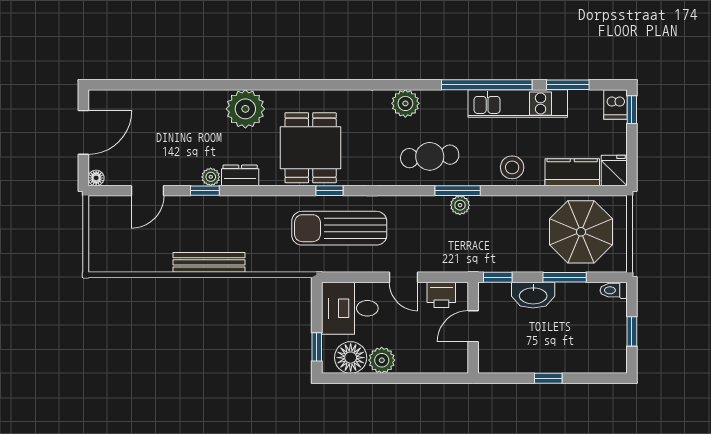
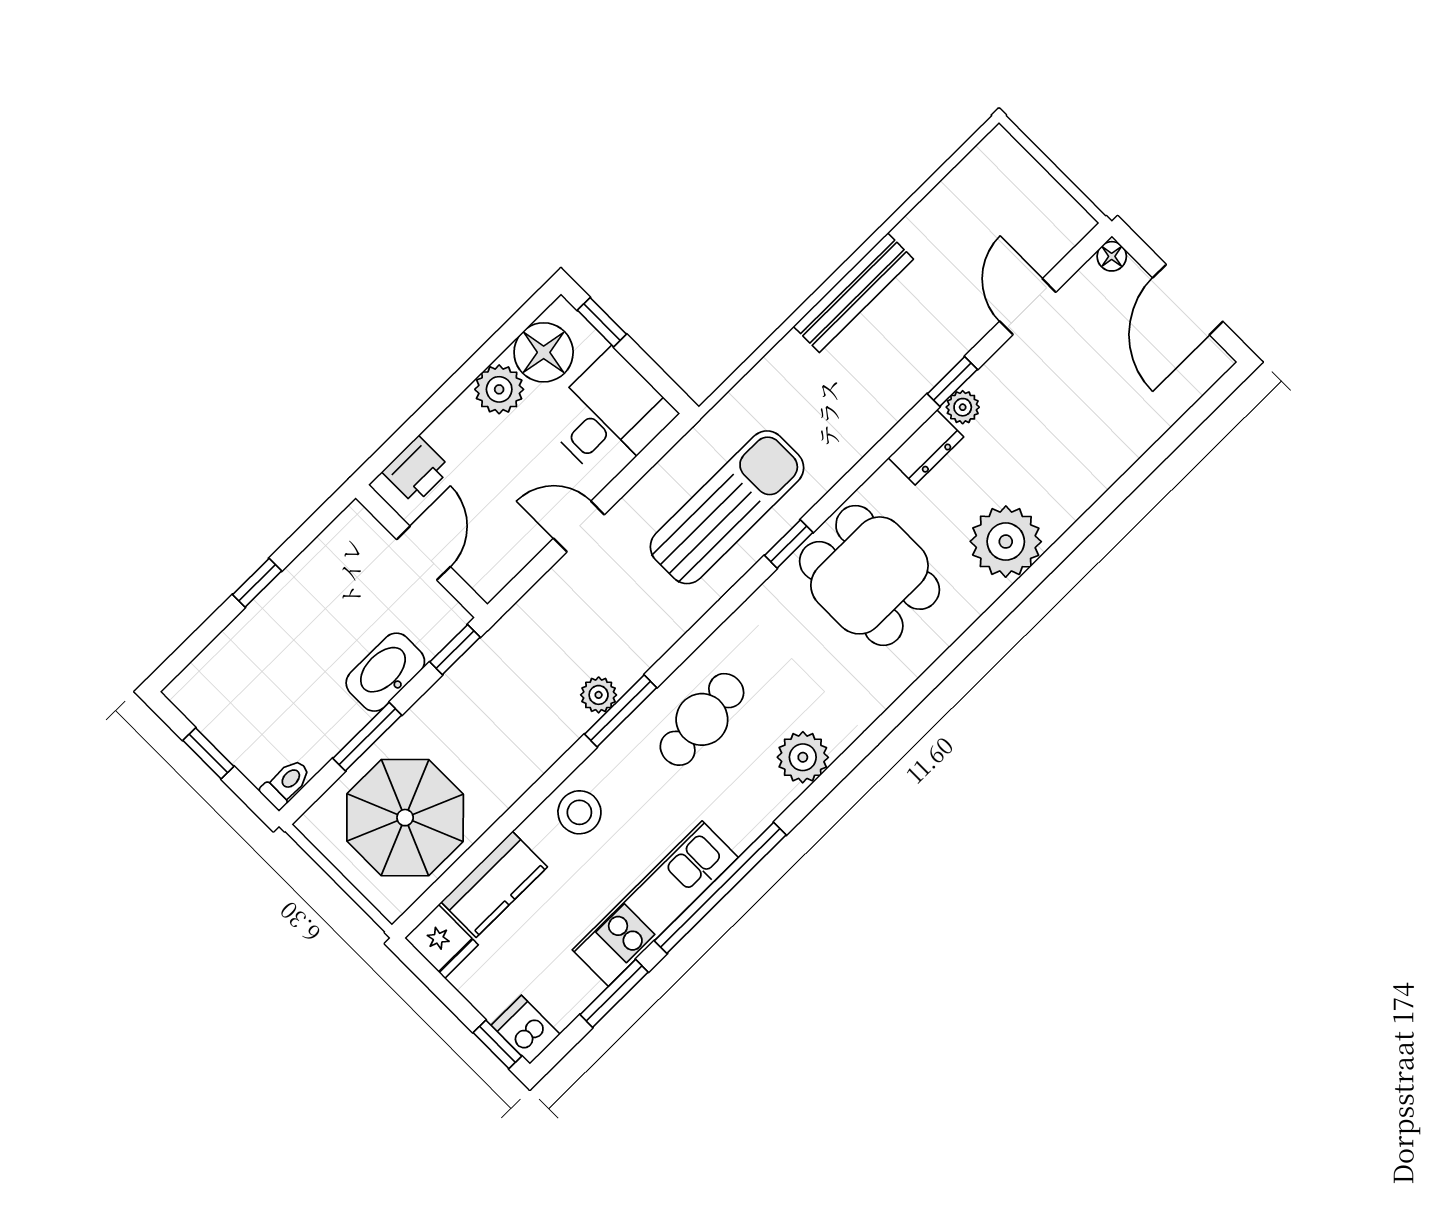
printer: (441, 295) -> (417, 470), moved, turned 180

